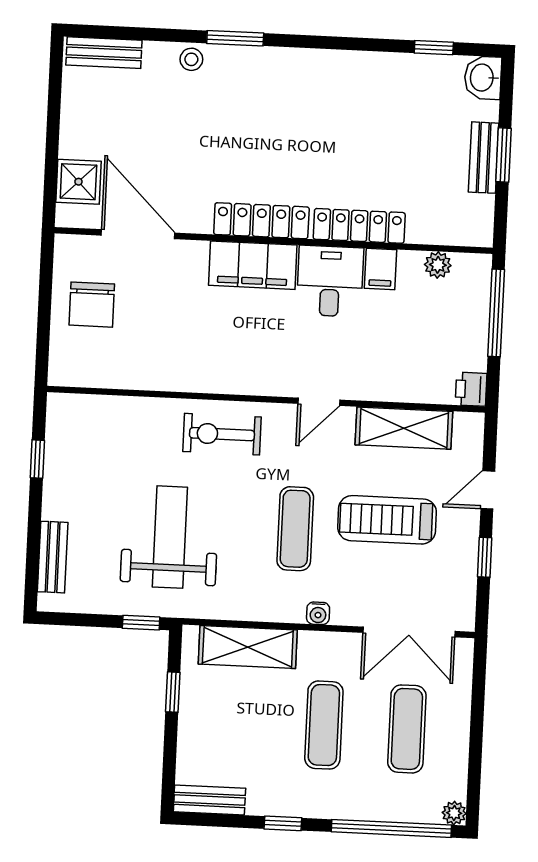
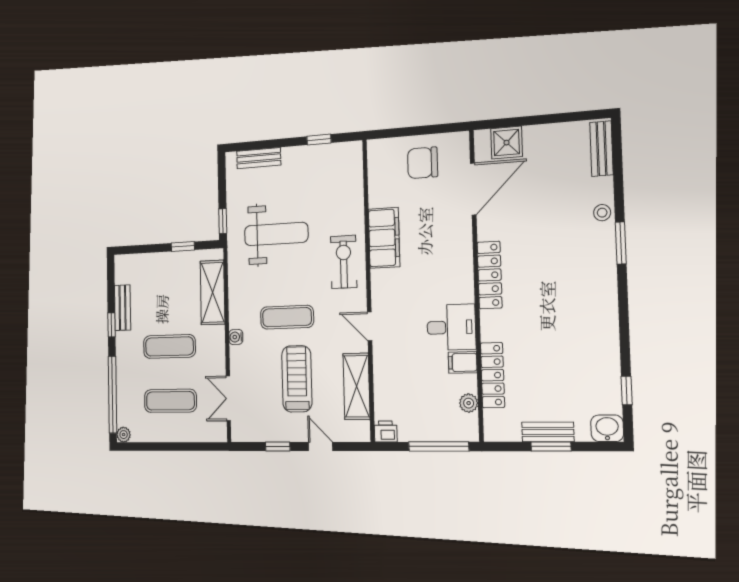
locker: (359, 226) -> (493, 375), moved
filing cabinet: (253, 265) -> (384, 238), moved, turned 180
double door: (409, 632) -> (228, 398), width x0.73
bench: (209, 800) -> (123, 308), moved

